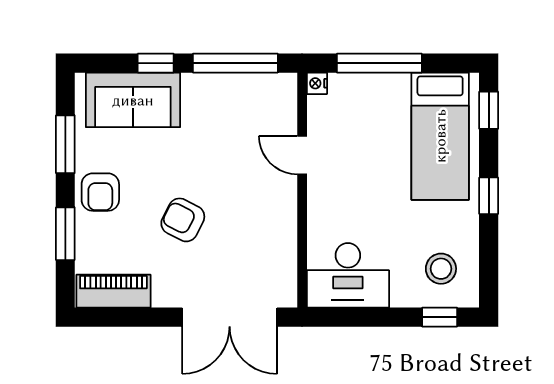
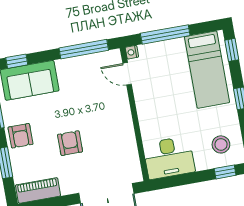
window: (156, 63) -> (17, 61), moved
door: (302, 155) -> (127, 74), moved
armchair: (183, 220) -> (70, 143), turned 63

